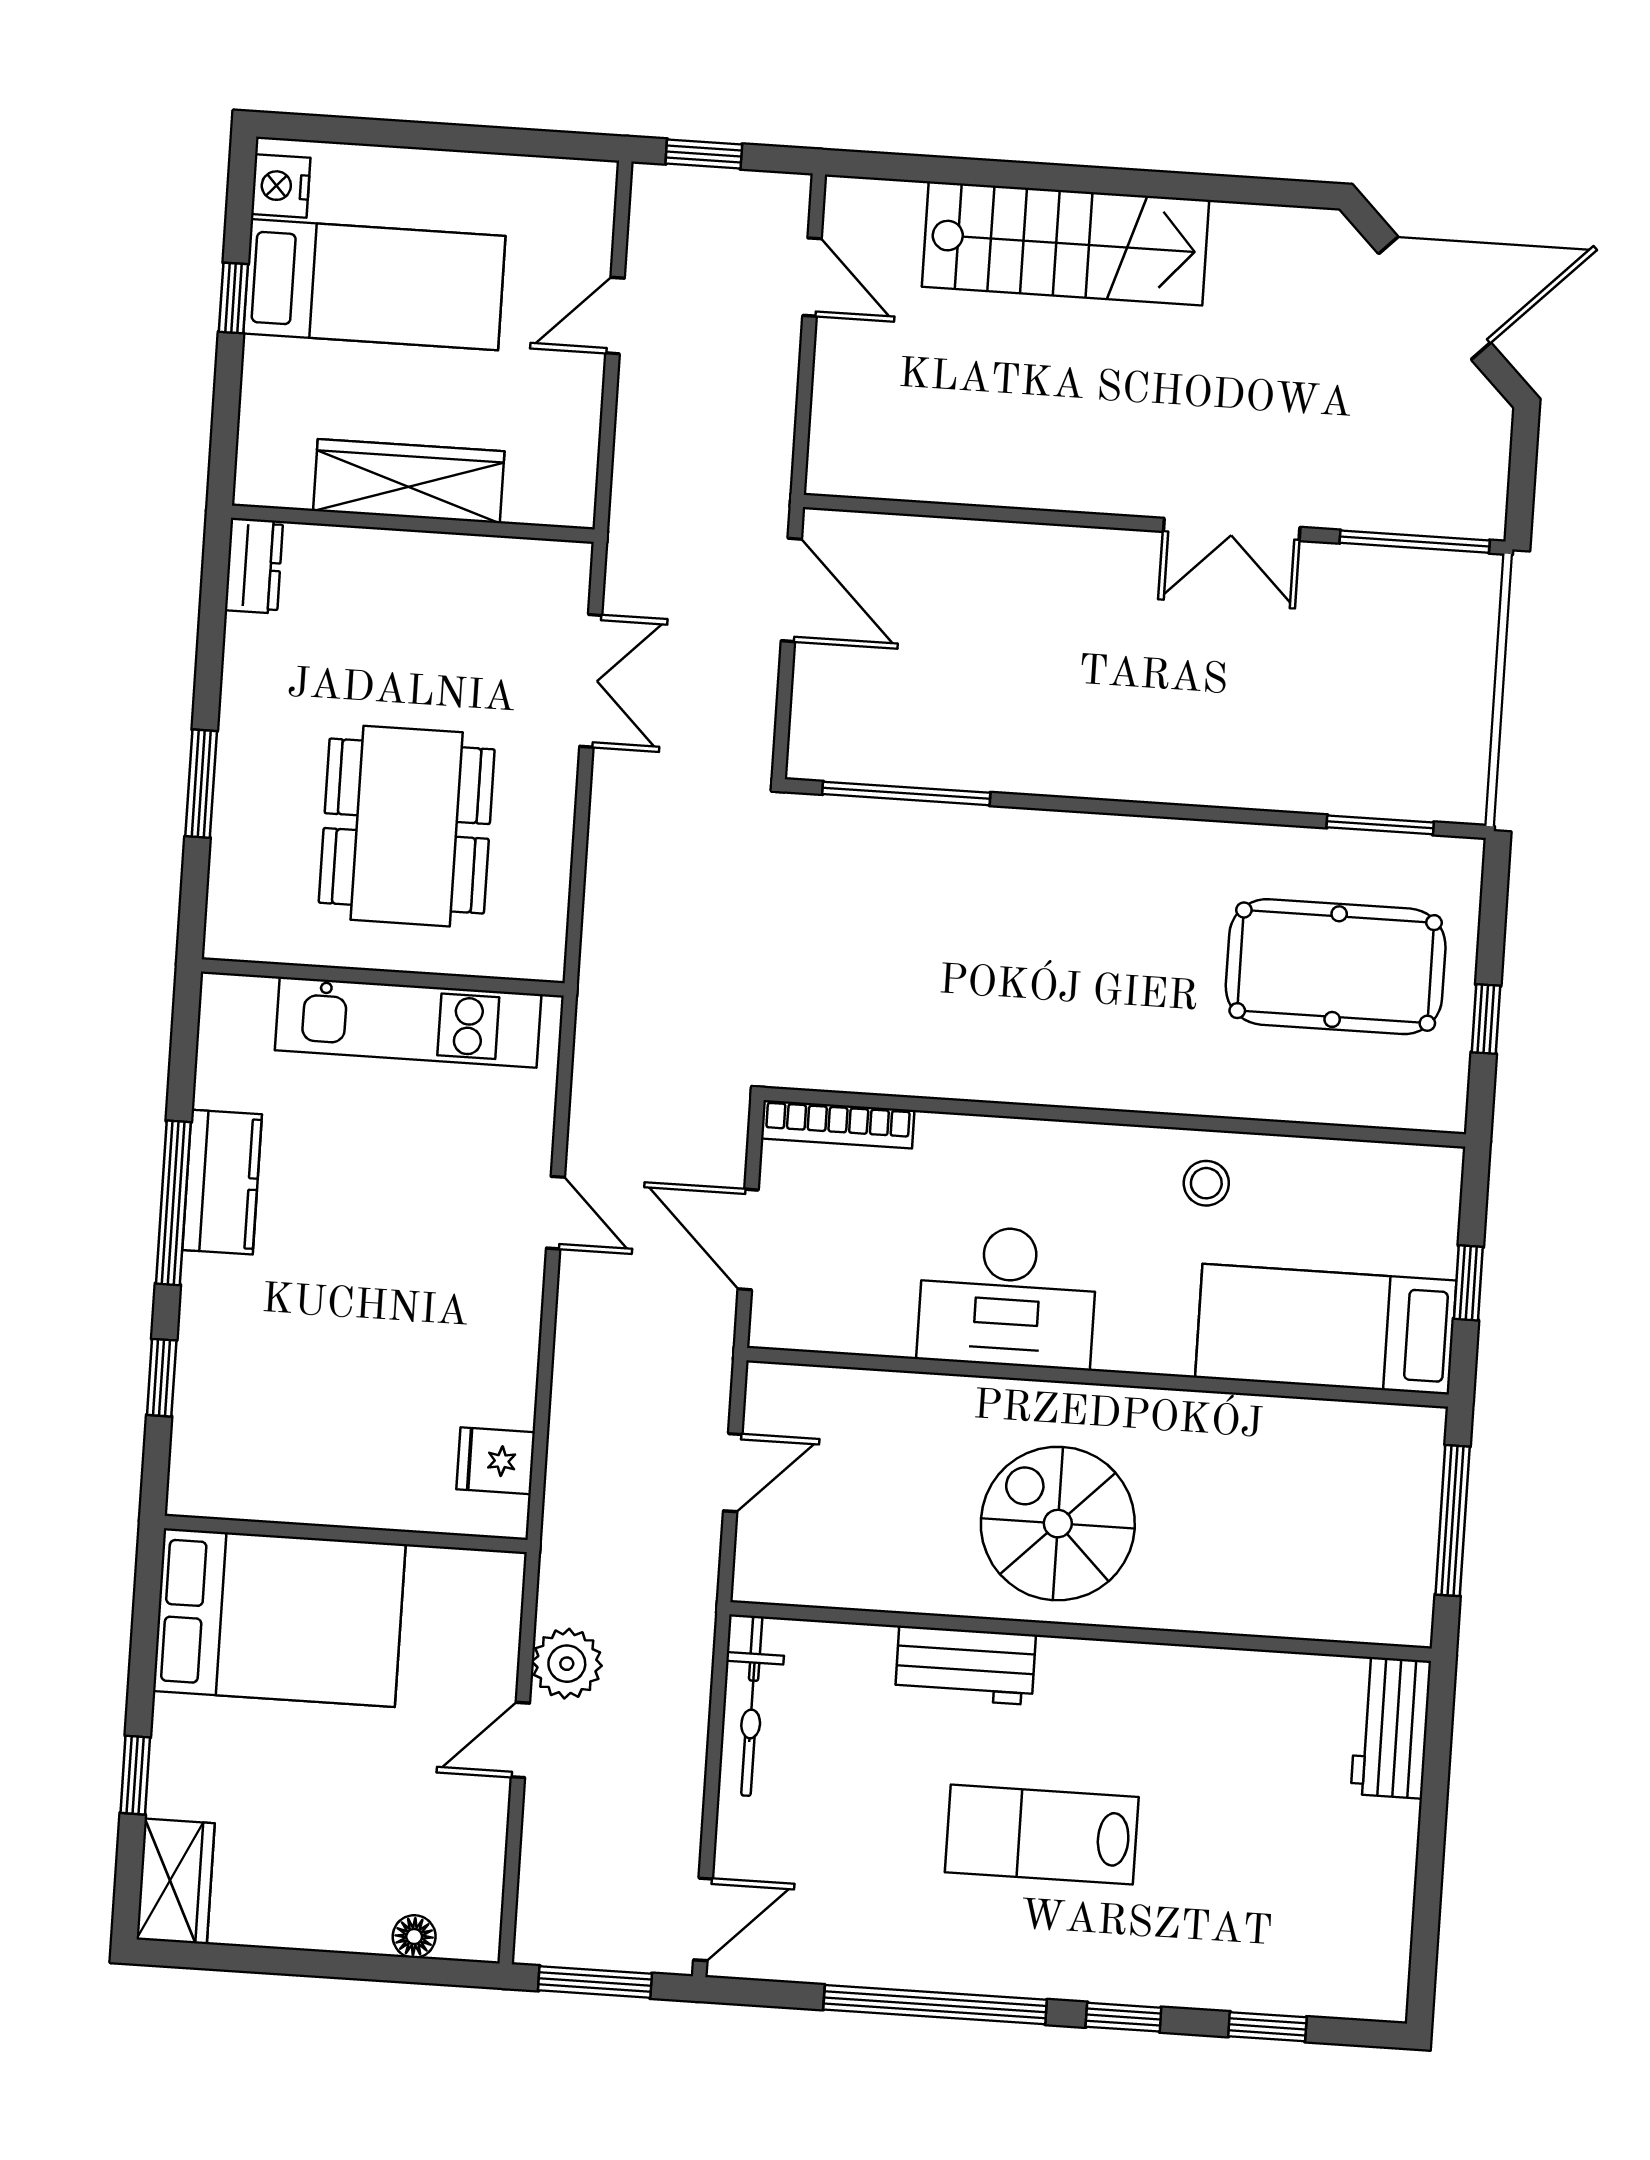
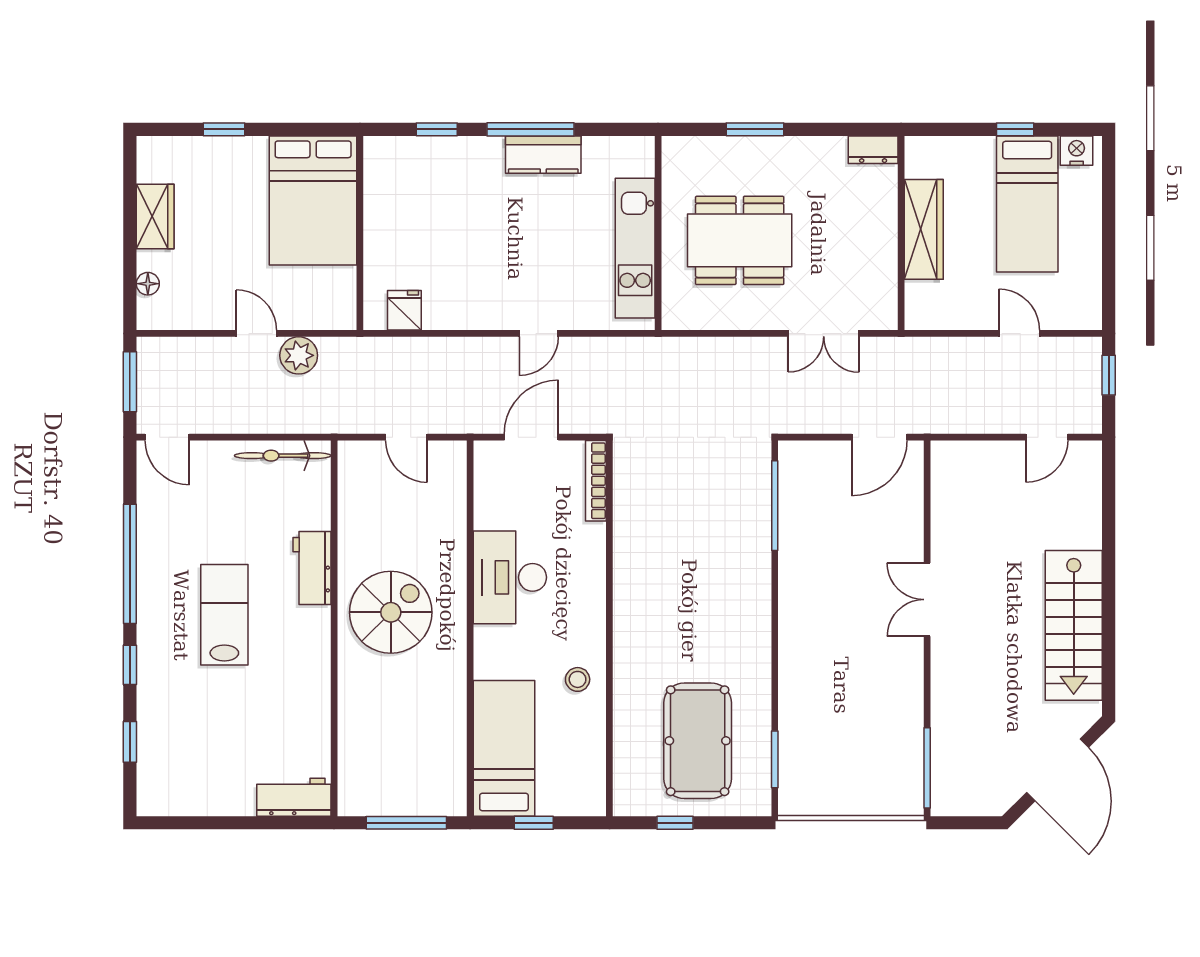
stairs: (1066, 243) -> (1074, 625), moved
double door: (1232, 529) -> (927, 600), moved
wardrobe: (176, 1881) -> (155, 216), moved, turned -90

